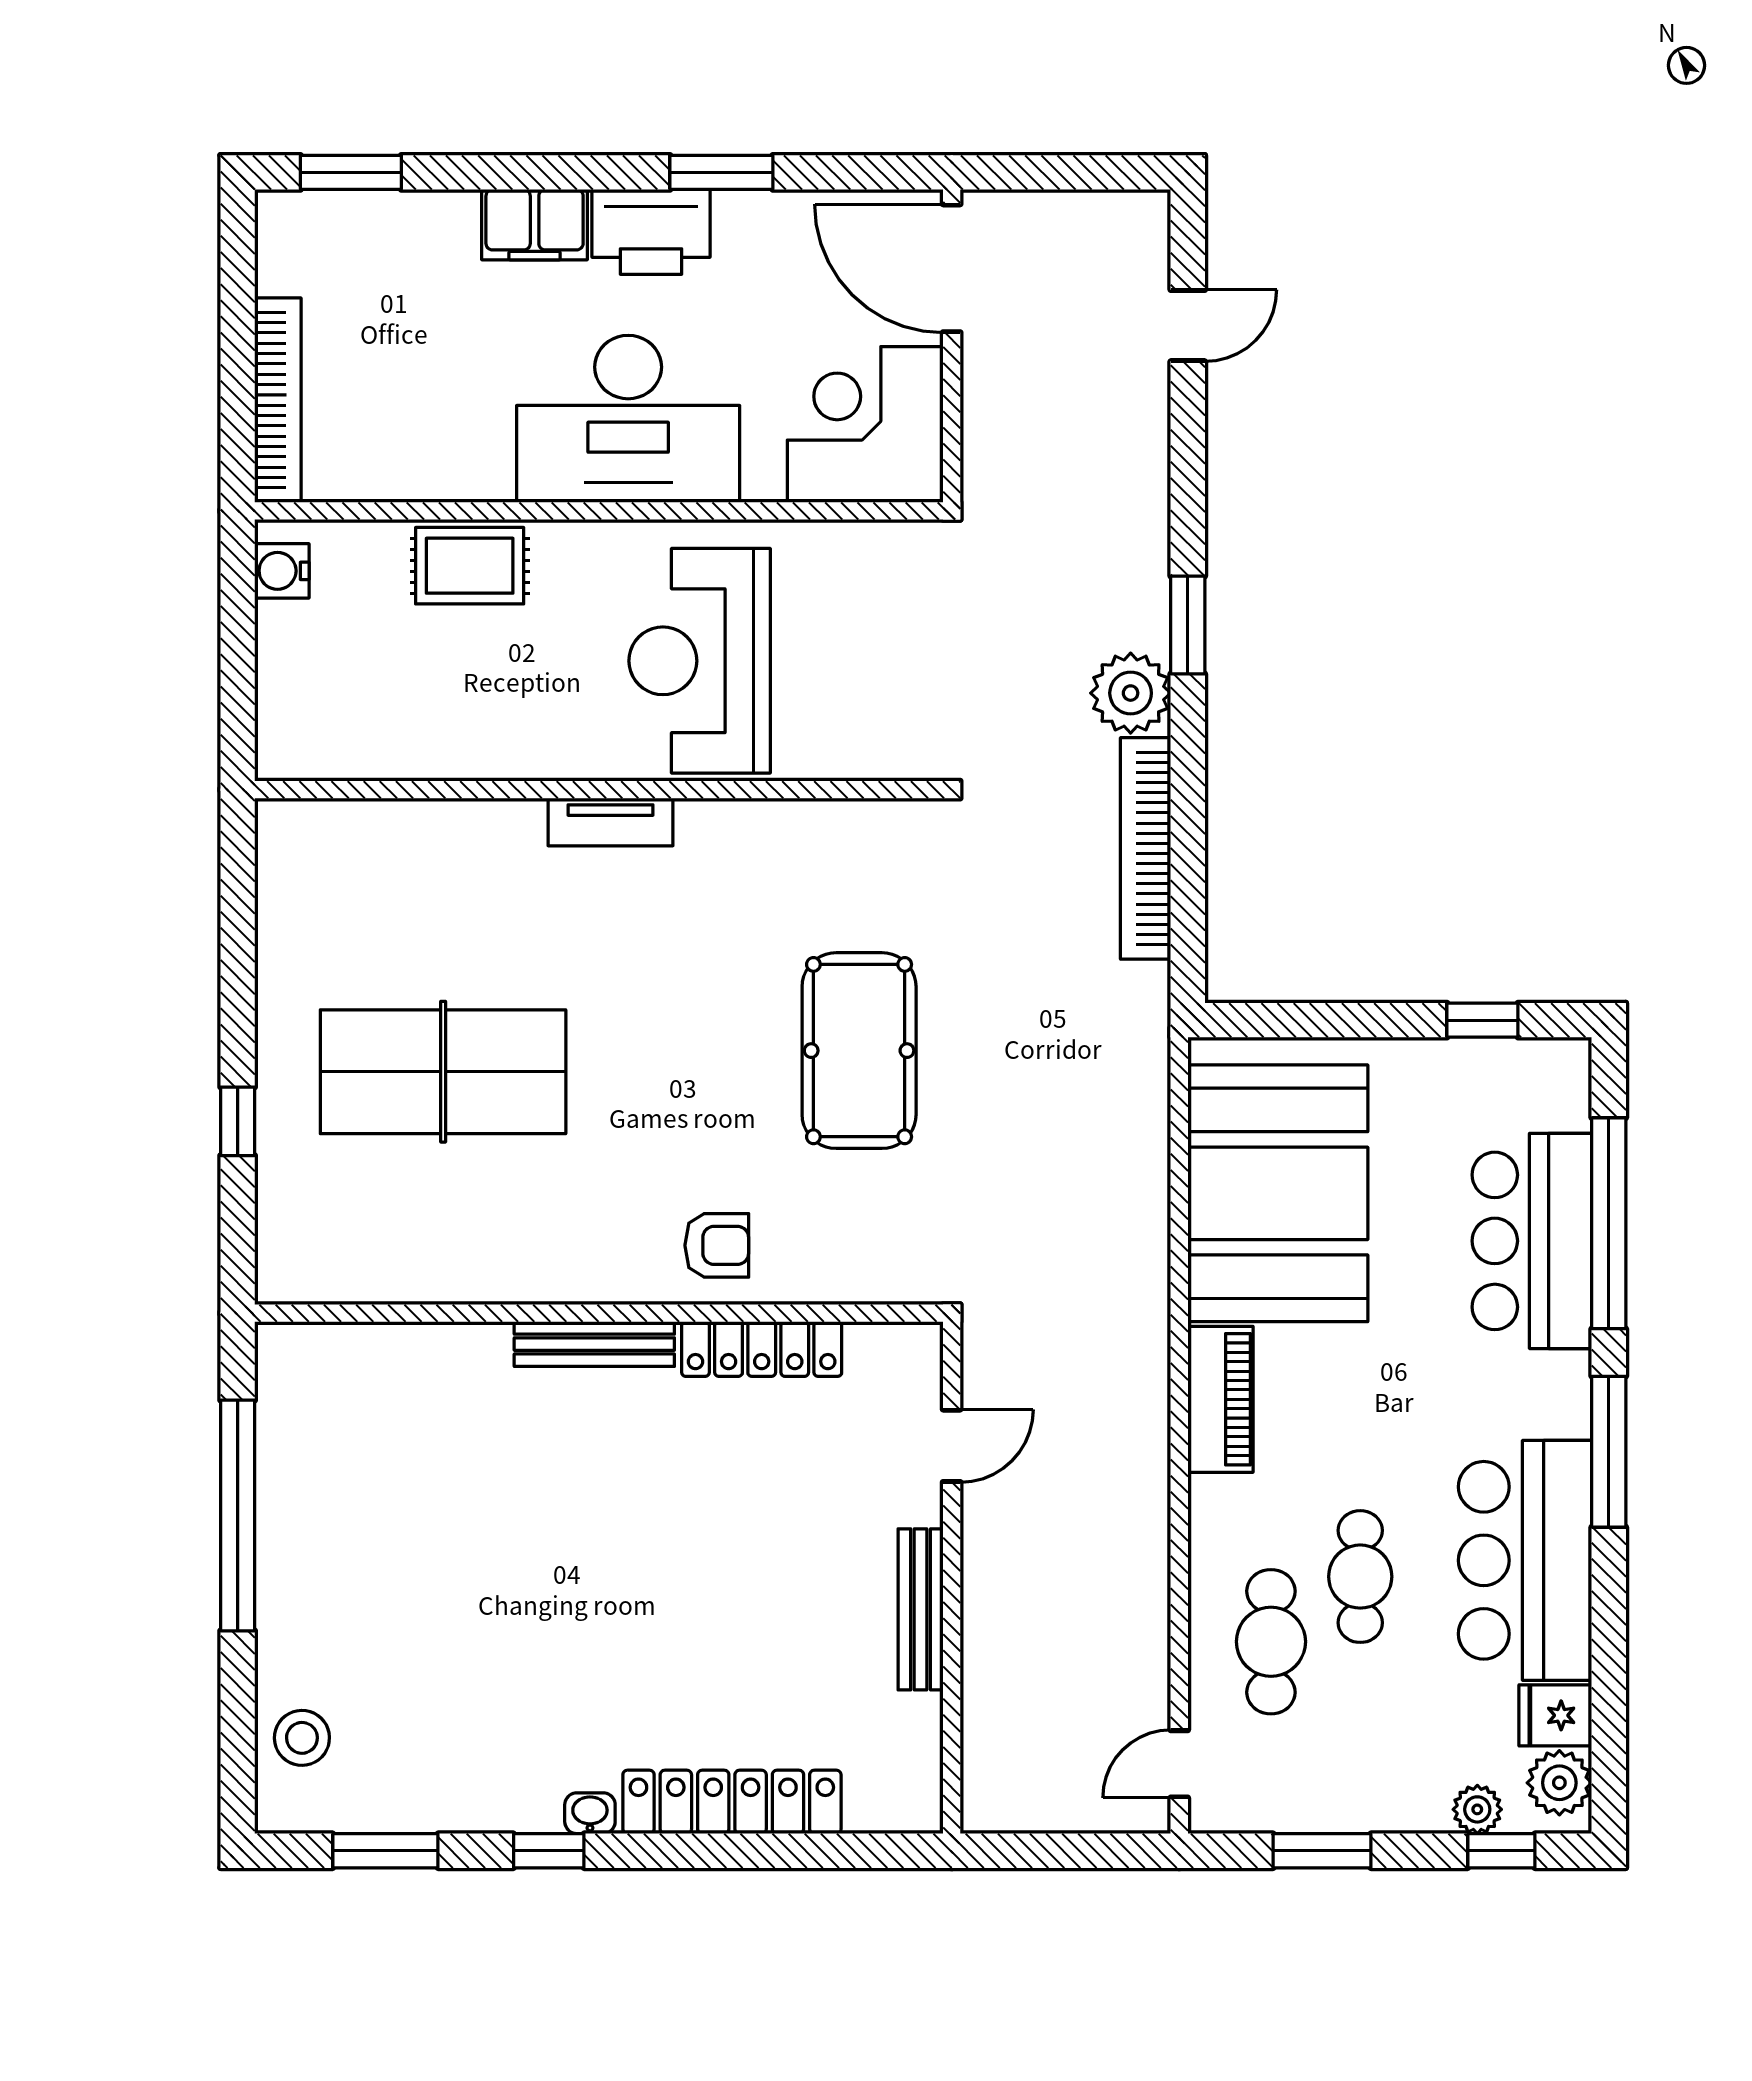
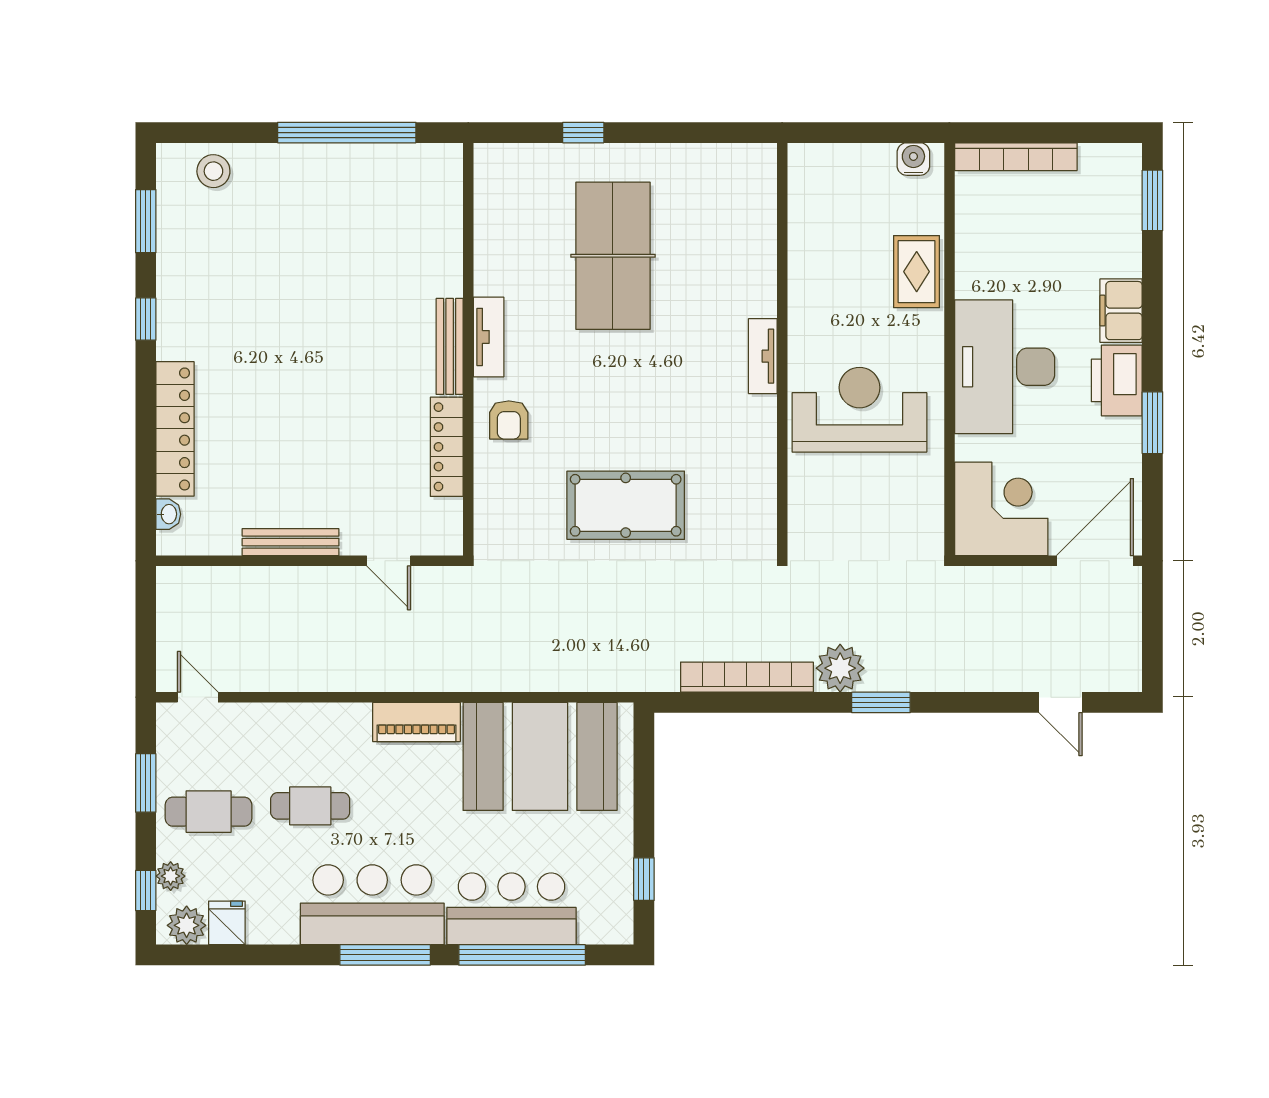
tv unit: (578, 1279) -> (489, 337), added
bar counter: (1525, 1560) -> (372, 905), moved
cafe table: (1271, 1642) -> (209, 812), moved
washbasin: (590, 1813) -> (168, 514), moved

